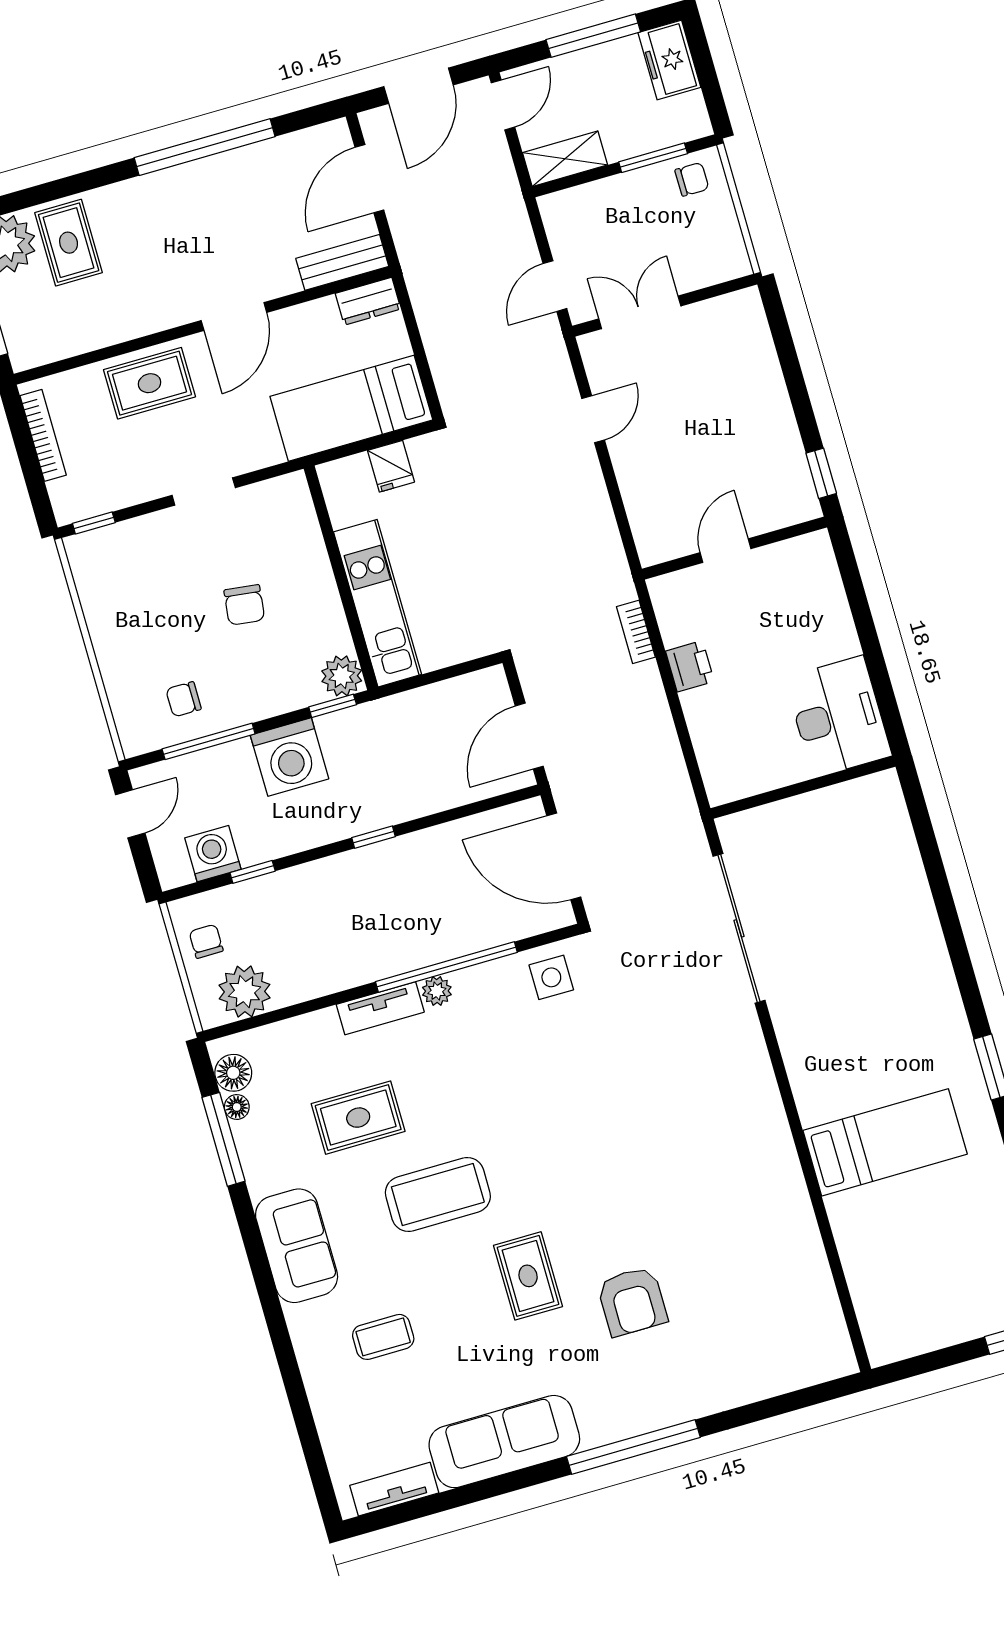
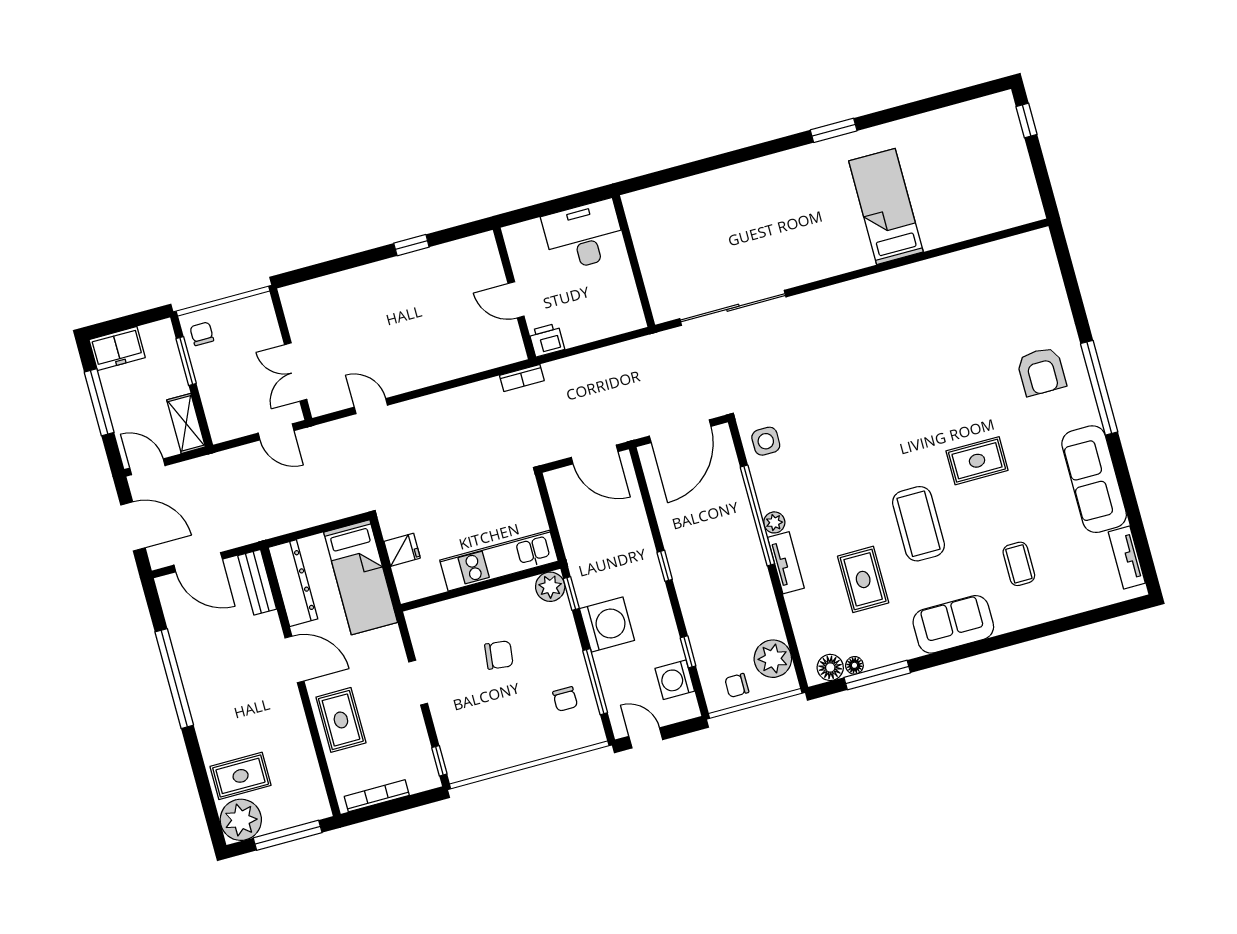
dresser: (368, 301) -> (293, 583), width x1.96, depth x1.24
wall: (734, 548) -> (514, 293), moved
door: (725, 551) -> (516, 300), moved
armchair: (632, 1301) -> (1041, 371), moved, turned 90

